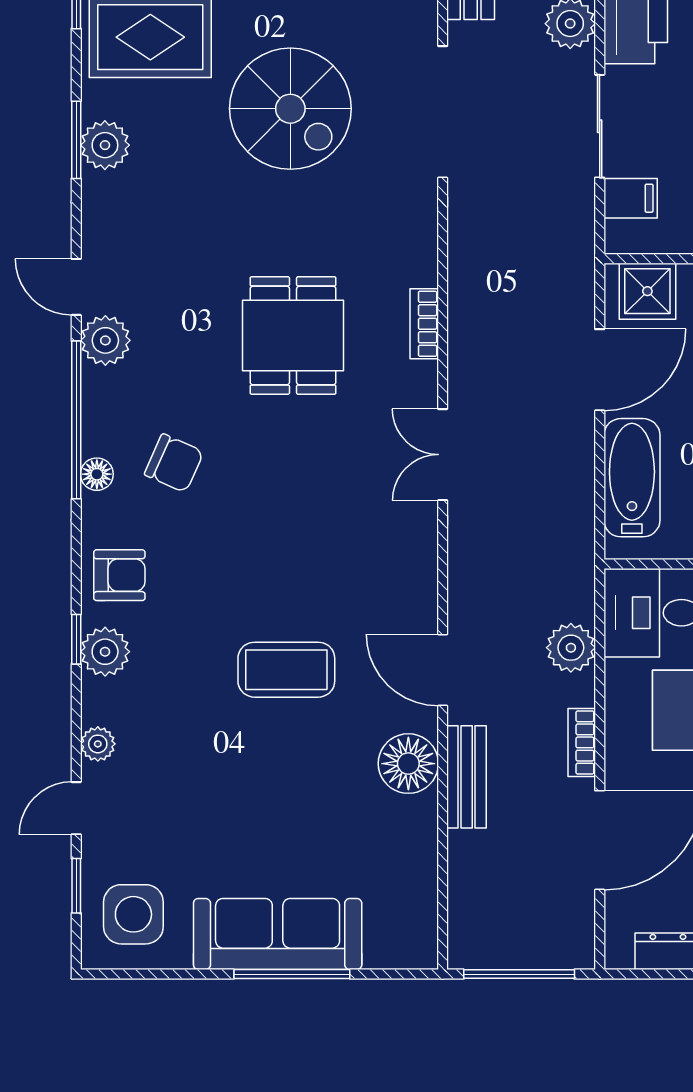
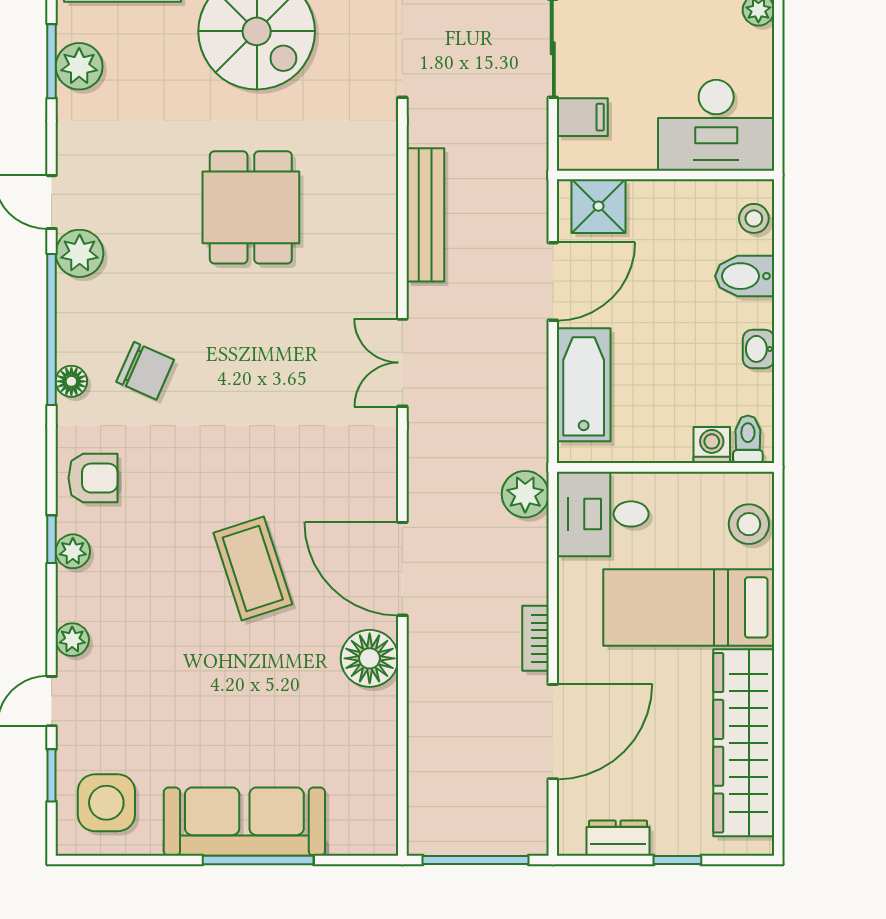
bookcase: (424, 324) -> (385, 237), removed
dining table: (293, 335) -> (251, 207), moved
plant: (571, 648) -> (525, 494), moved
plant: (105, 652) -> (73, 551), width x0.73, depth x0.73
coffee table: (286, 670) -> (253, 569), turned 72
door: (443, 670) -> (402, 569), width x1.36
bench: (467, 777) -> (425, 215), moved, width x1.36

